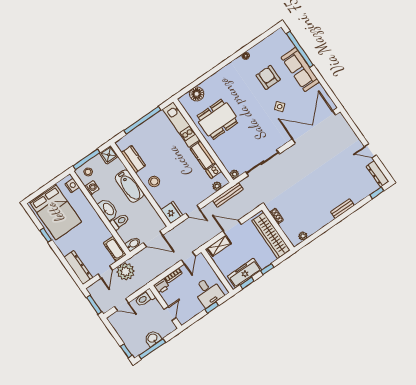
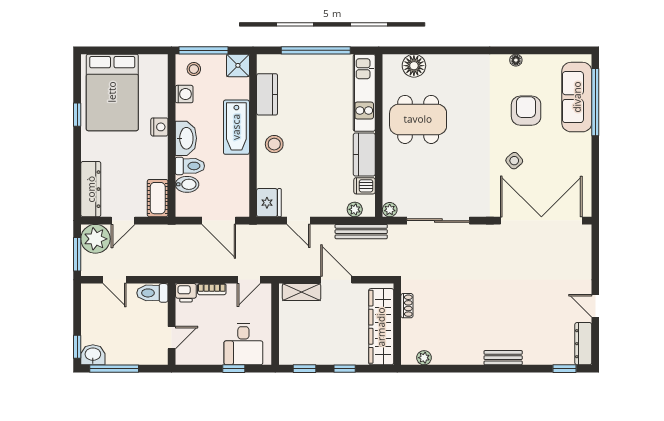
sofa: (300, 70) -> (577, 97), moved
nightstand: (72, 186) -> (159, 127), moved
bidet: (133, 244) -> (187, 184), moved
plant: (126, 271) -> (95, 239), moved
freezer: (244, 273) -> (310, 353), removed
washbasin: (153, 338) -> (93, 355), moved

